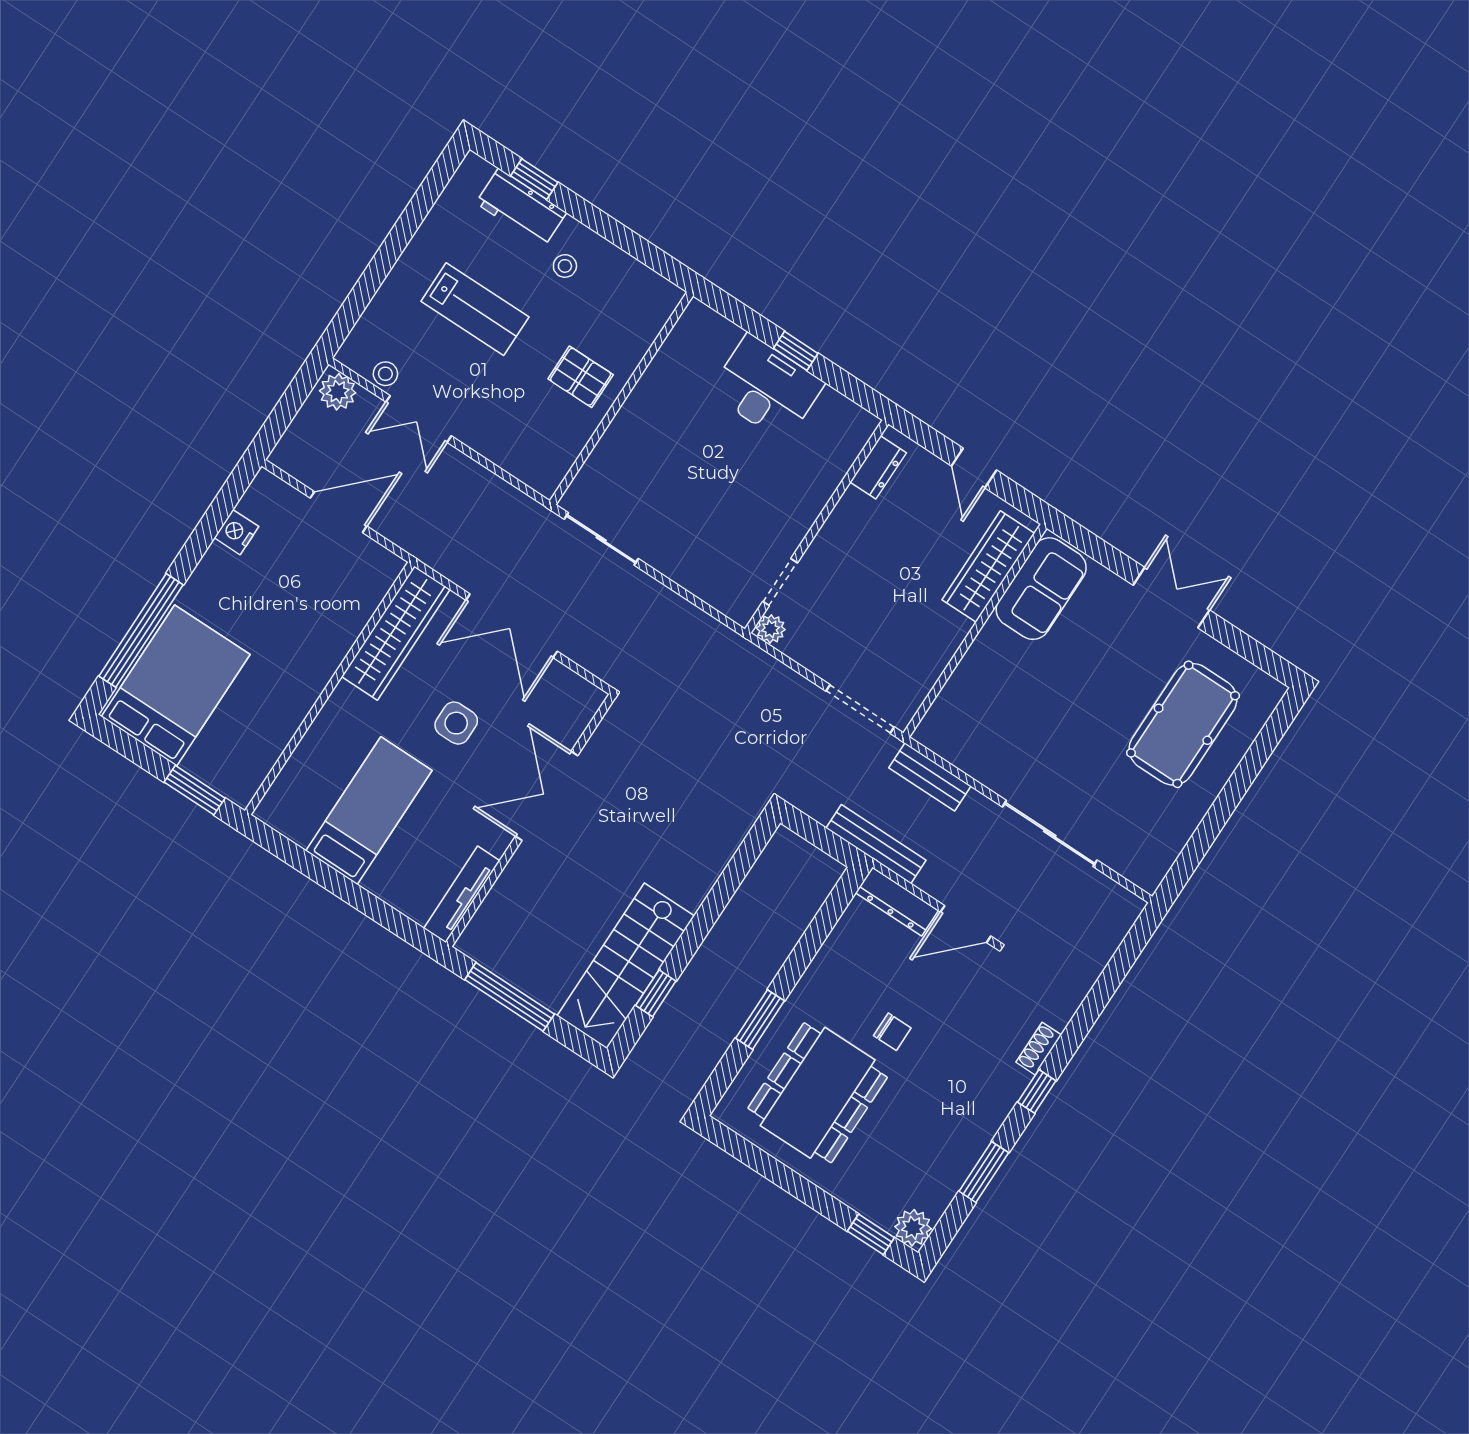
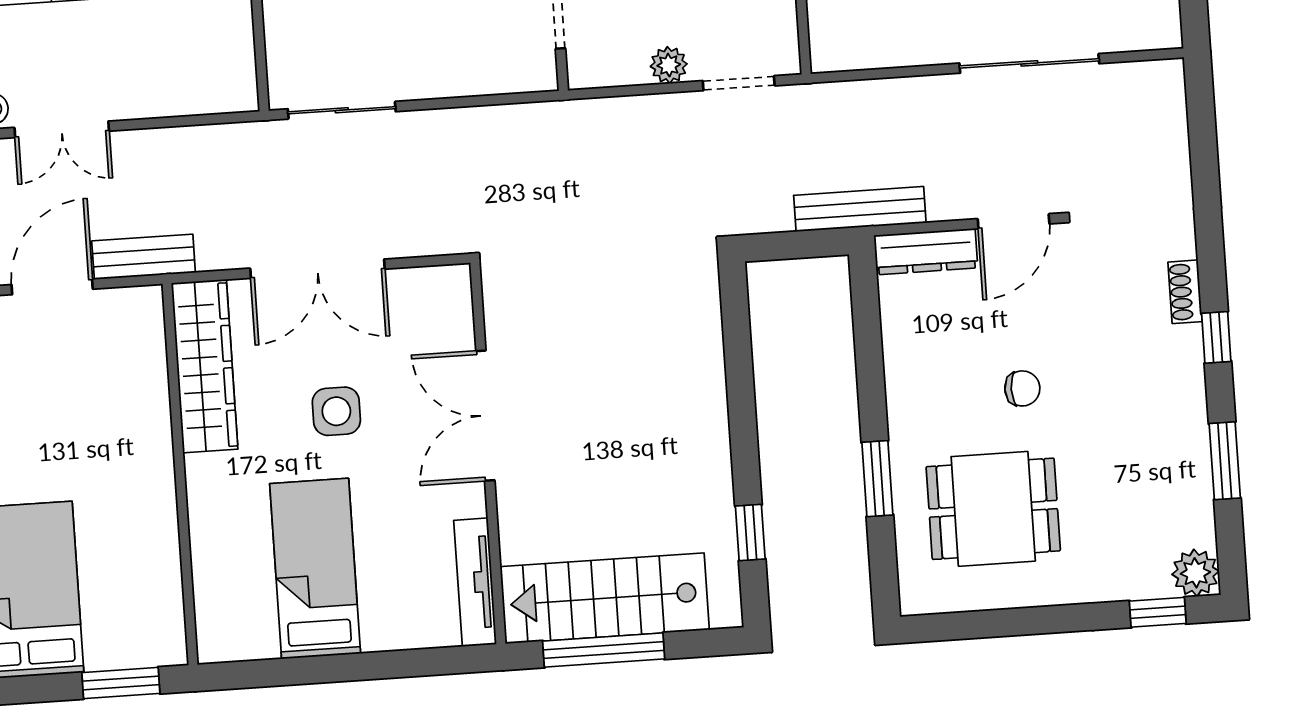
plant: (771, 629) -> (669, 65), moved
doorway: (860, 709) -> (739, 83), width x0.73
bench: (930, 777) -> (144, 257), moved
stairs: (626, 966) -> (605, 598), moved, turned 90
dining table: (818, 1093) -> (993, 509), width x0.73

